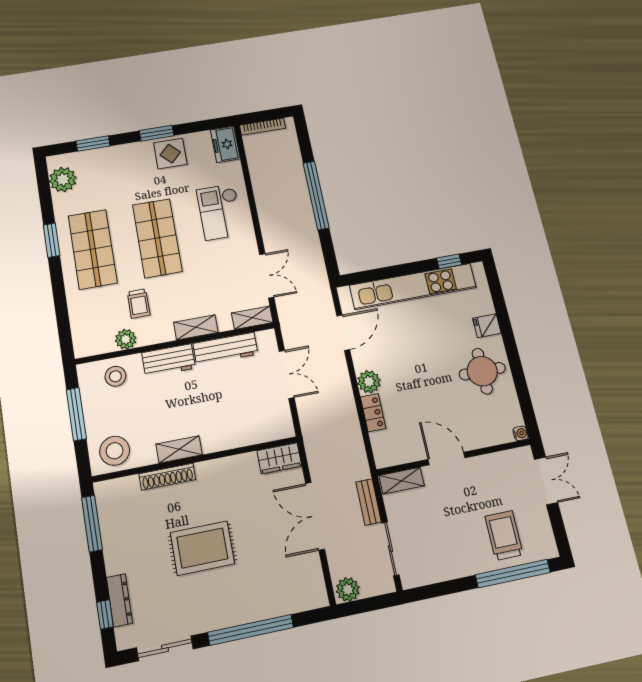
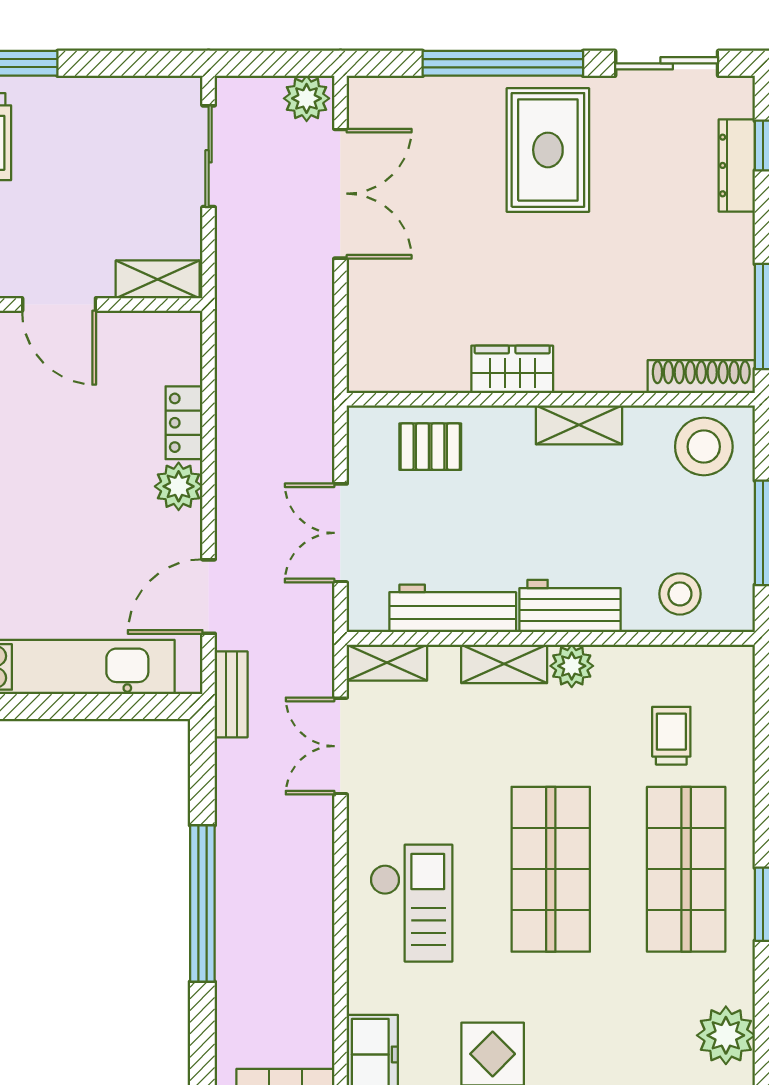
trolley: (139, 304) -> (671, 736), moved
plant: (126, 339) -> (572, 666), moved
pallet: (251, 424) -> (430, 447), added
wardrobe: (279, 458) -> (512, 369), moved
shoe rack: (167, 477) -> (701, 377), moved
bench: (369, 502) -> (231, 694), moved
double door: (315, 516) -> (340, 194), moved
rug: (202, 548) -> (548, 150), moved, turned 90

